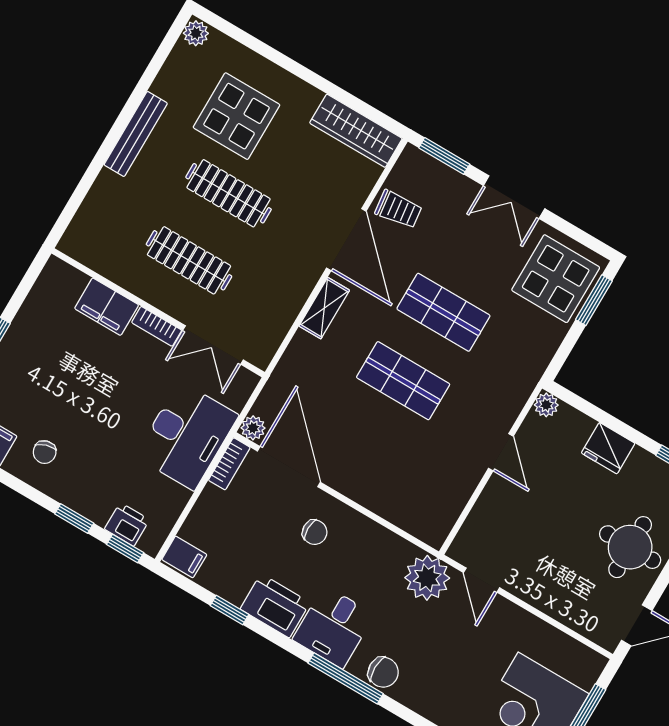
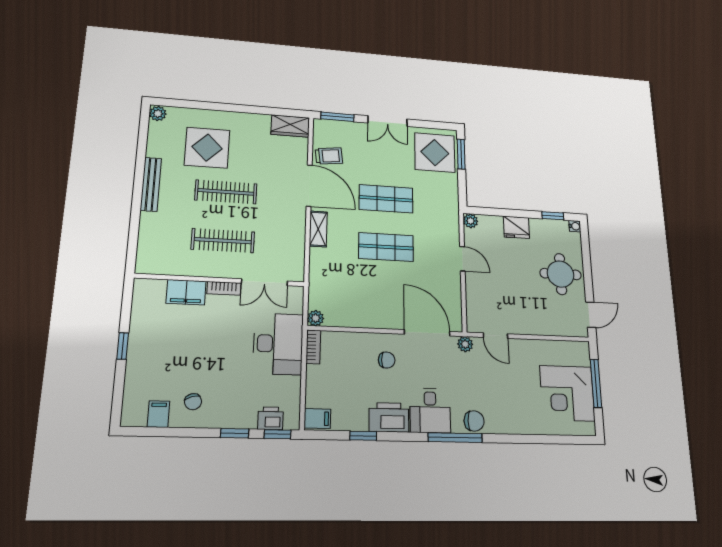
wardrobe: (356, 131) -> (290, 126), width x0.67
door: (289, 467) -> (427, 333), moved
plant: (427, 578) -> (465, 344), width x0.53, depth x0.53

